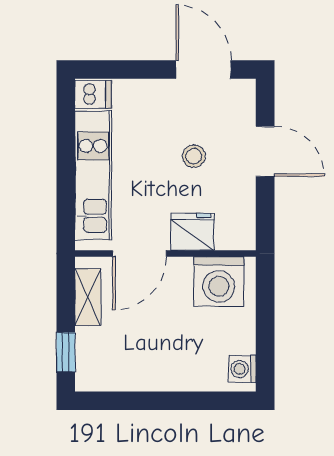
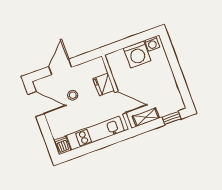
door: (204, 70) -> (36, 104), swing flipped
washing machine: (219, 281) -> (137, 54), moved, turned 90

